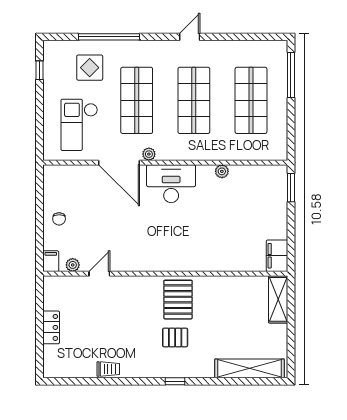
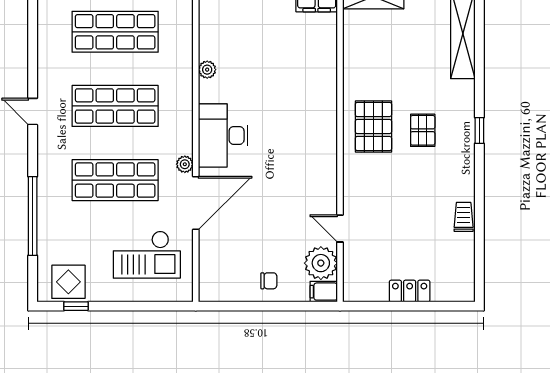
display table: (90, 68) -> (68, 282), moved
plant: (73, 265) -> (321, 263), width x1.88, depth x1.88
pallet: (178, 300) -> (373, 127), turned 90

